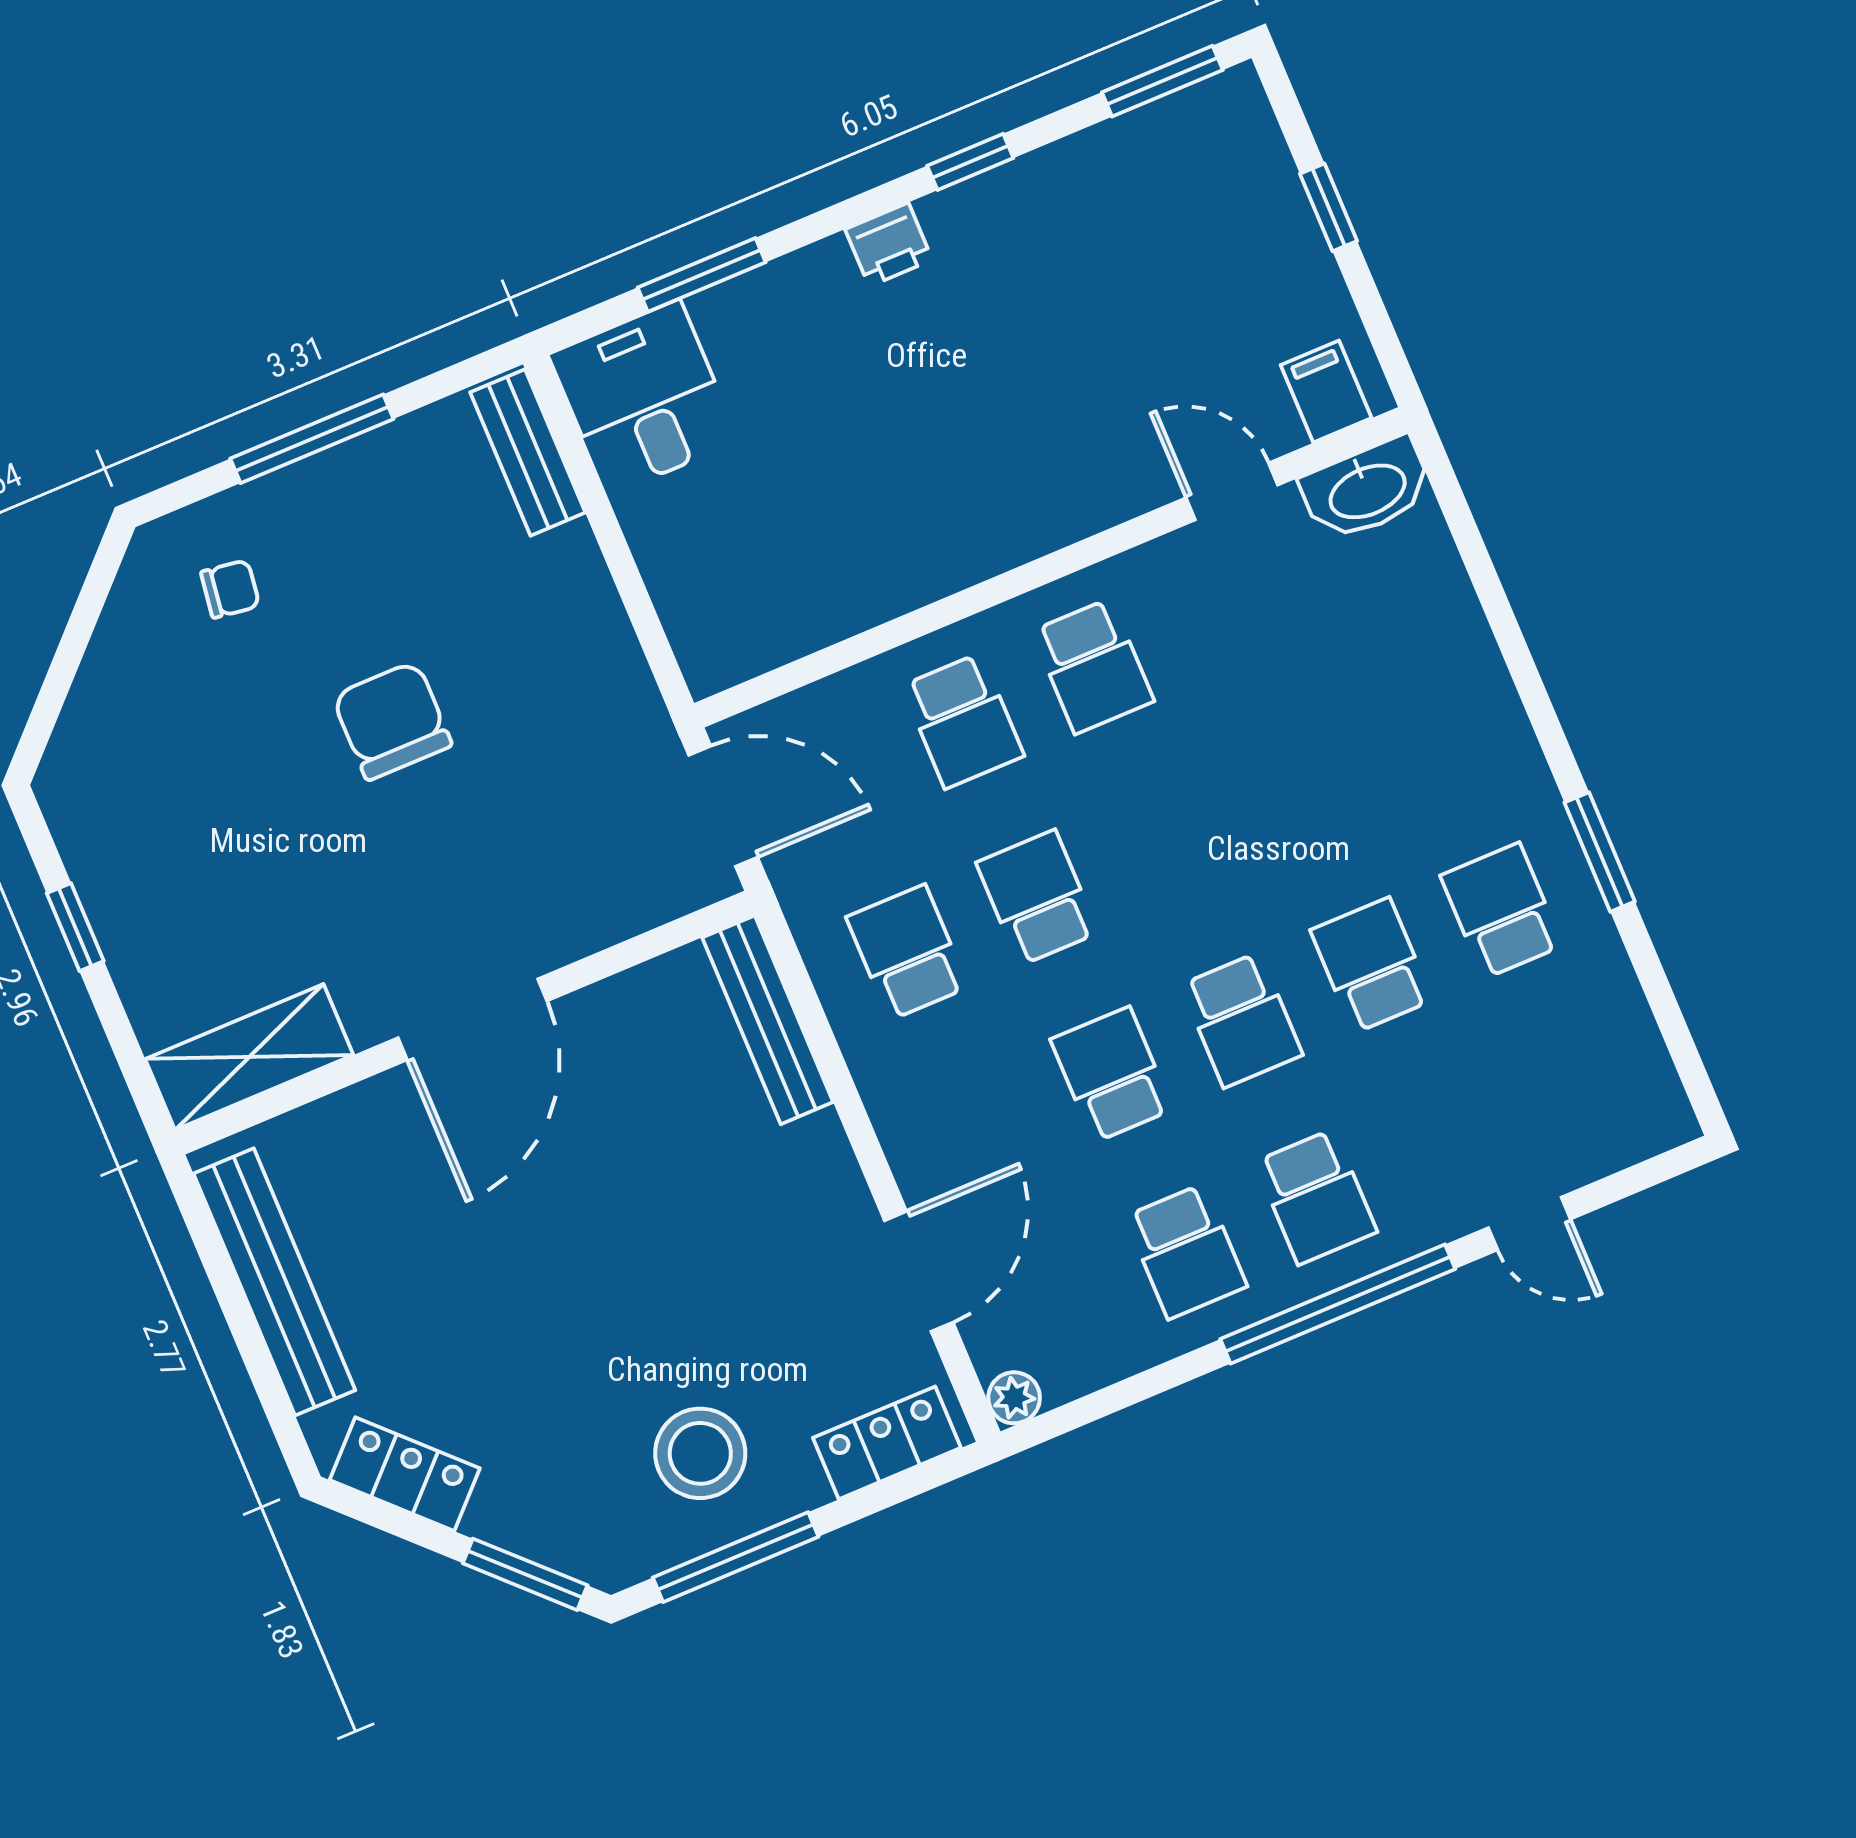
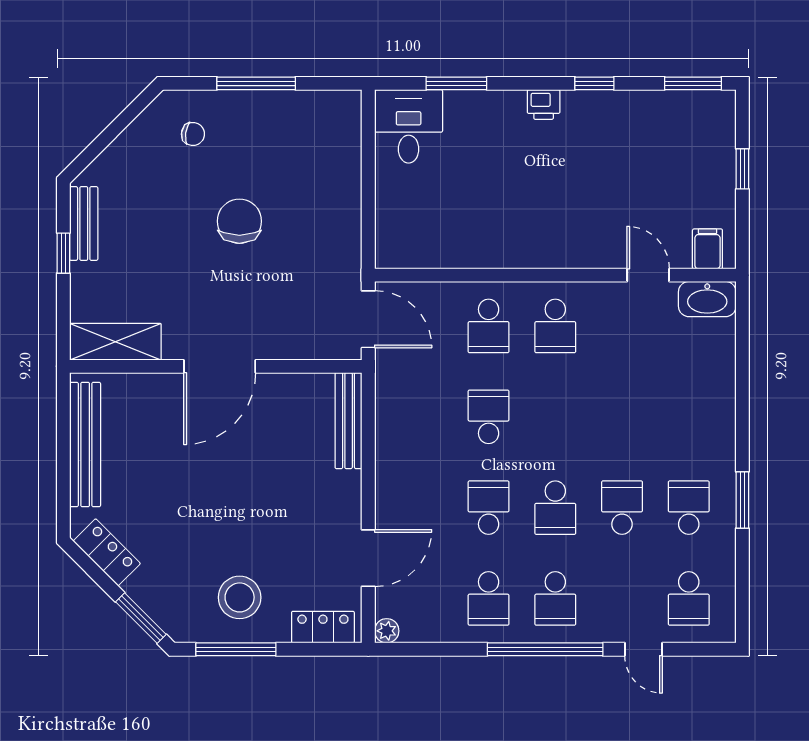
bench: (528, 452) -> (84, 223), moved
school desk: (907, 952) -> (689, 598), moved, turned 180

